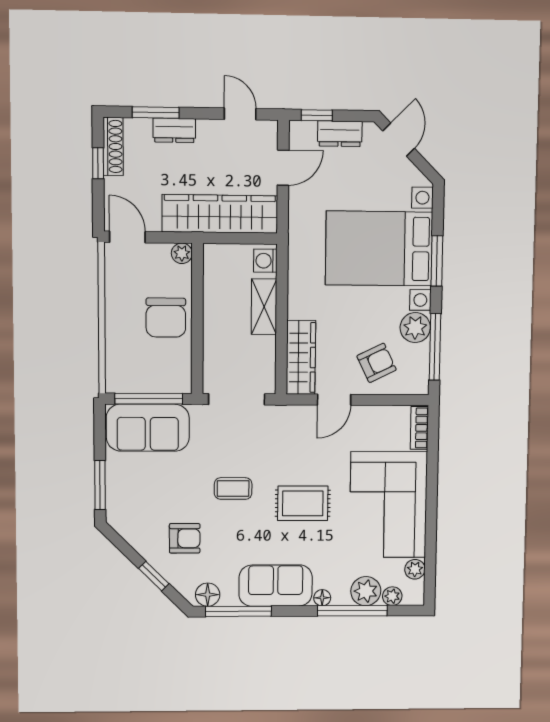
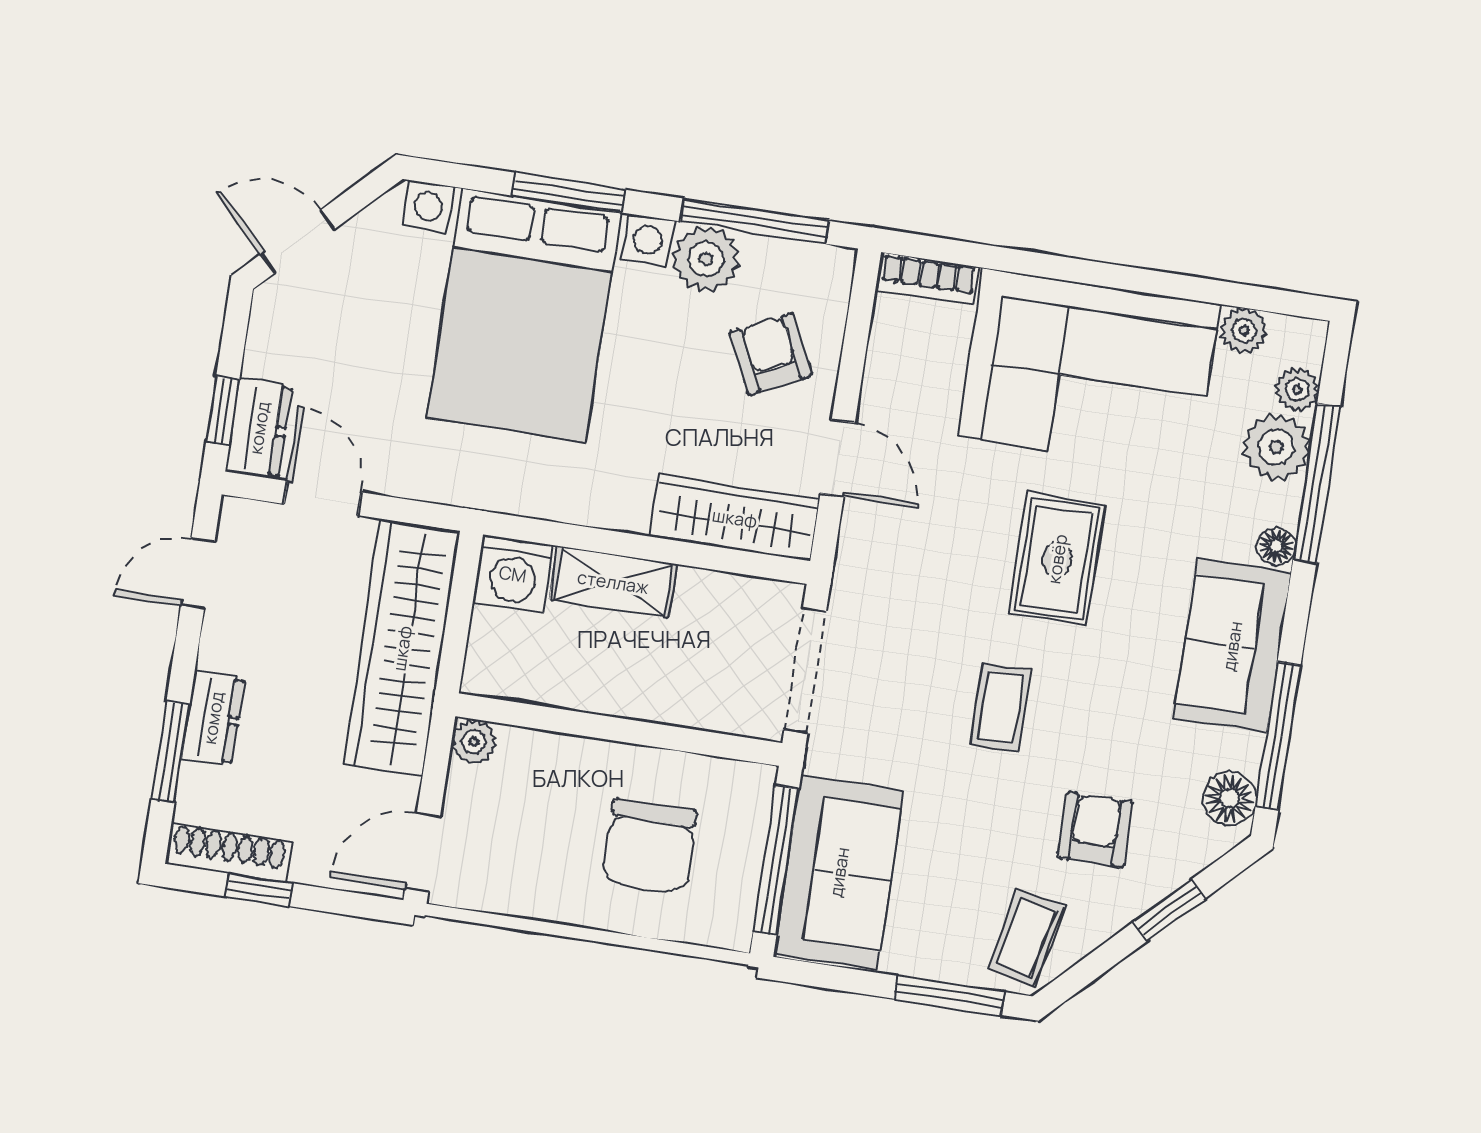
dresser: (340, 134) -> (259, 428), moved
washing machine: (265, 261) -> (513, 574), width x1.38, depth x1.38
chair: (166, 318) -> (650, 846), moved, turned 90
coffee table: (132, 515) -> (1026, 937), added

